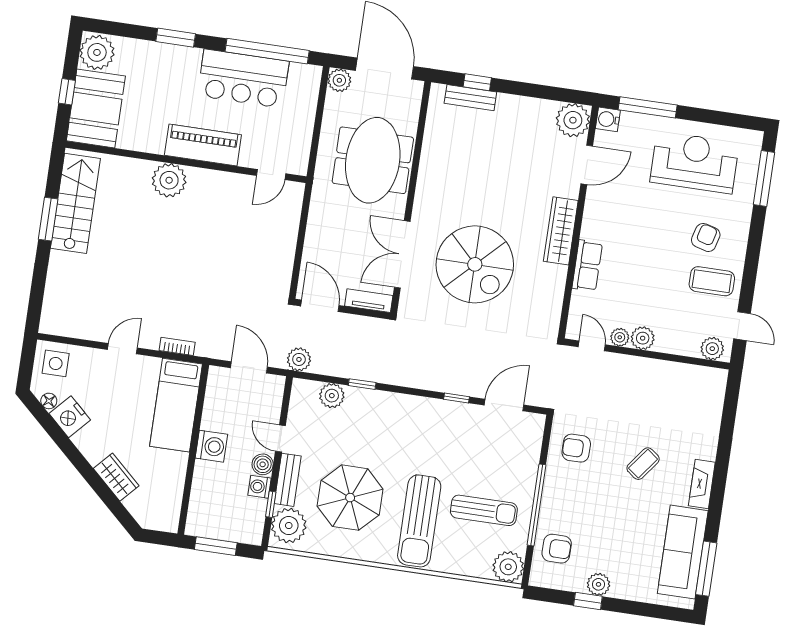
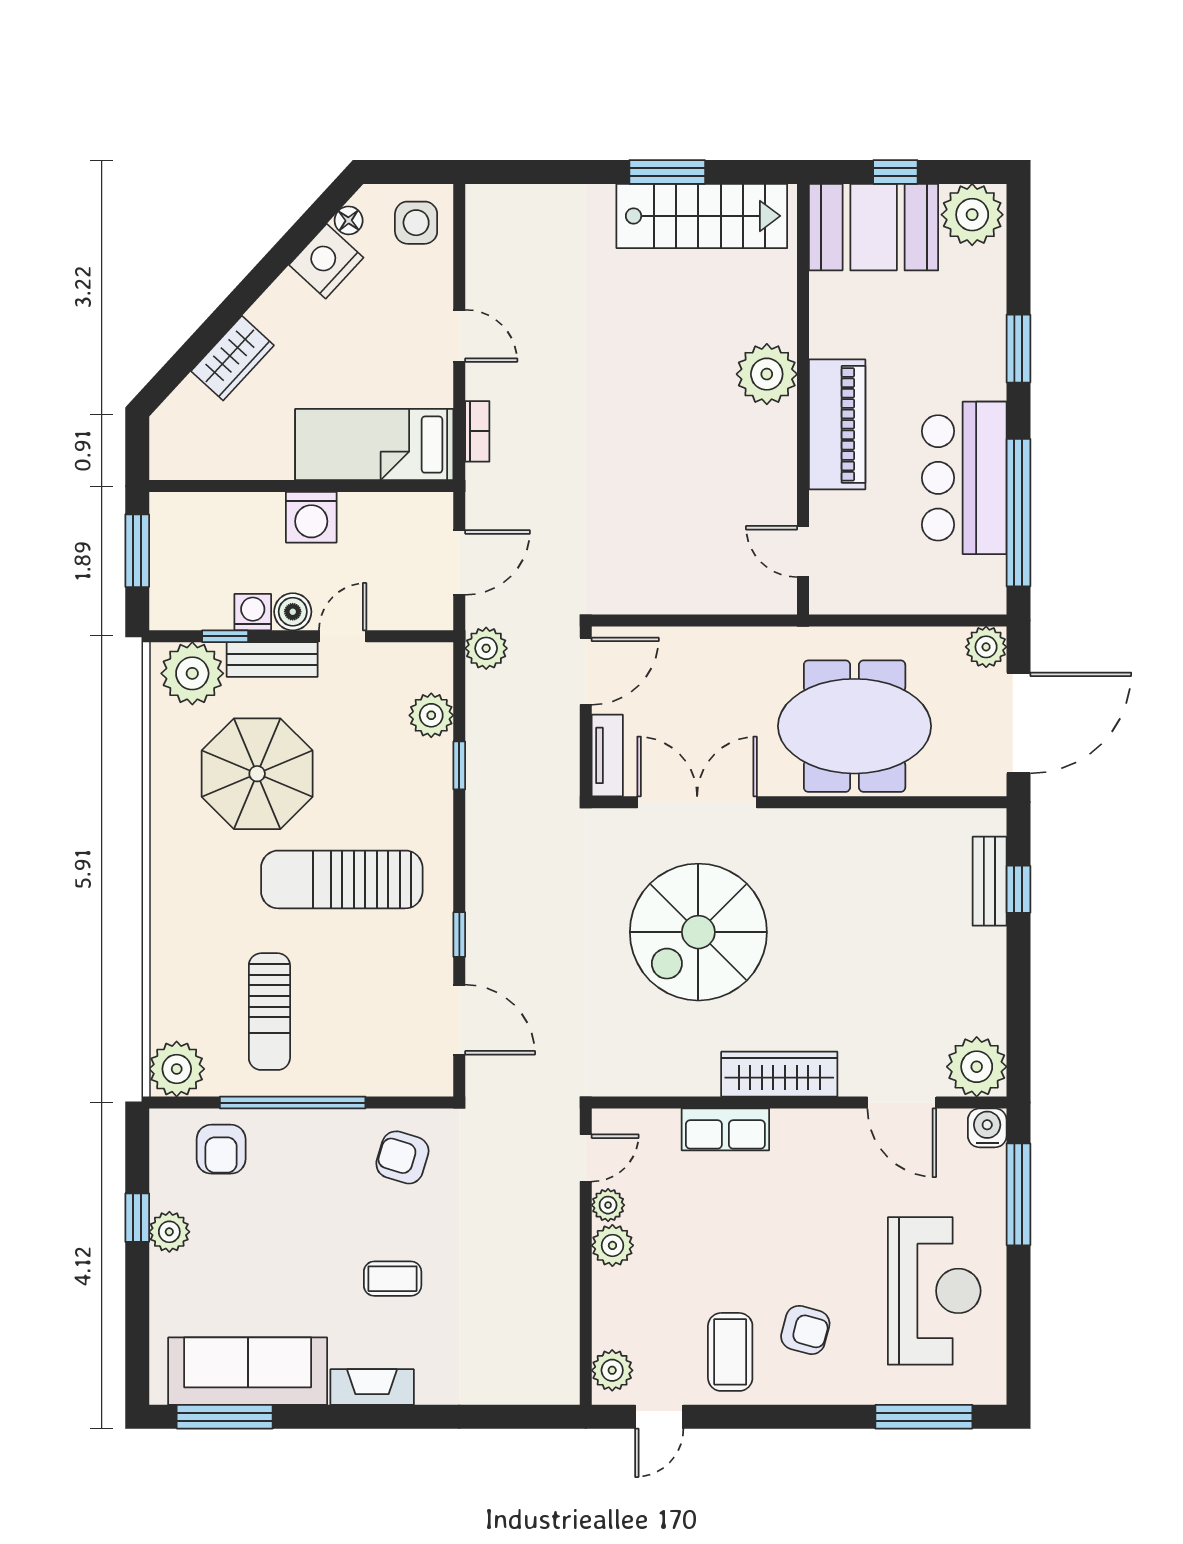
armchair: (576, 448) -> (402, 1157), turned -73
coffee table: (643, 464) -> (393, 1279), turned -37
sun lounger: (419, 521) -> (342, 879), moved

